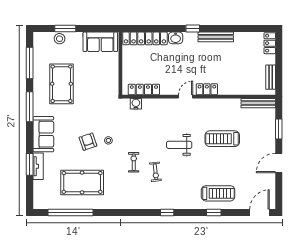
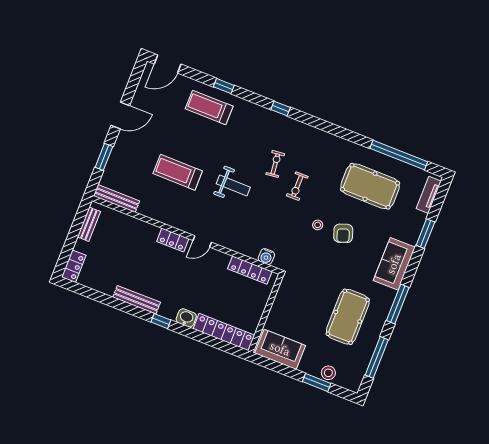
treadmill: (222, 139) -> (178, 172), turned 180
tv unit: (38, 166) -> (429, 195), moved

